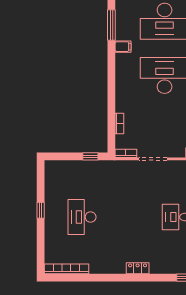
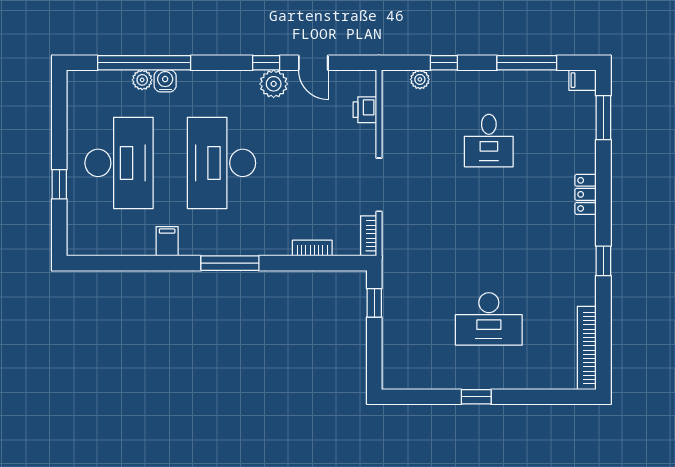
window: (111, 25) -> (230, 263), moved
locker: (138, 268) -> (586, 194), moved
window: (113, 278) -> (603, 261), added

